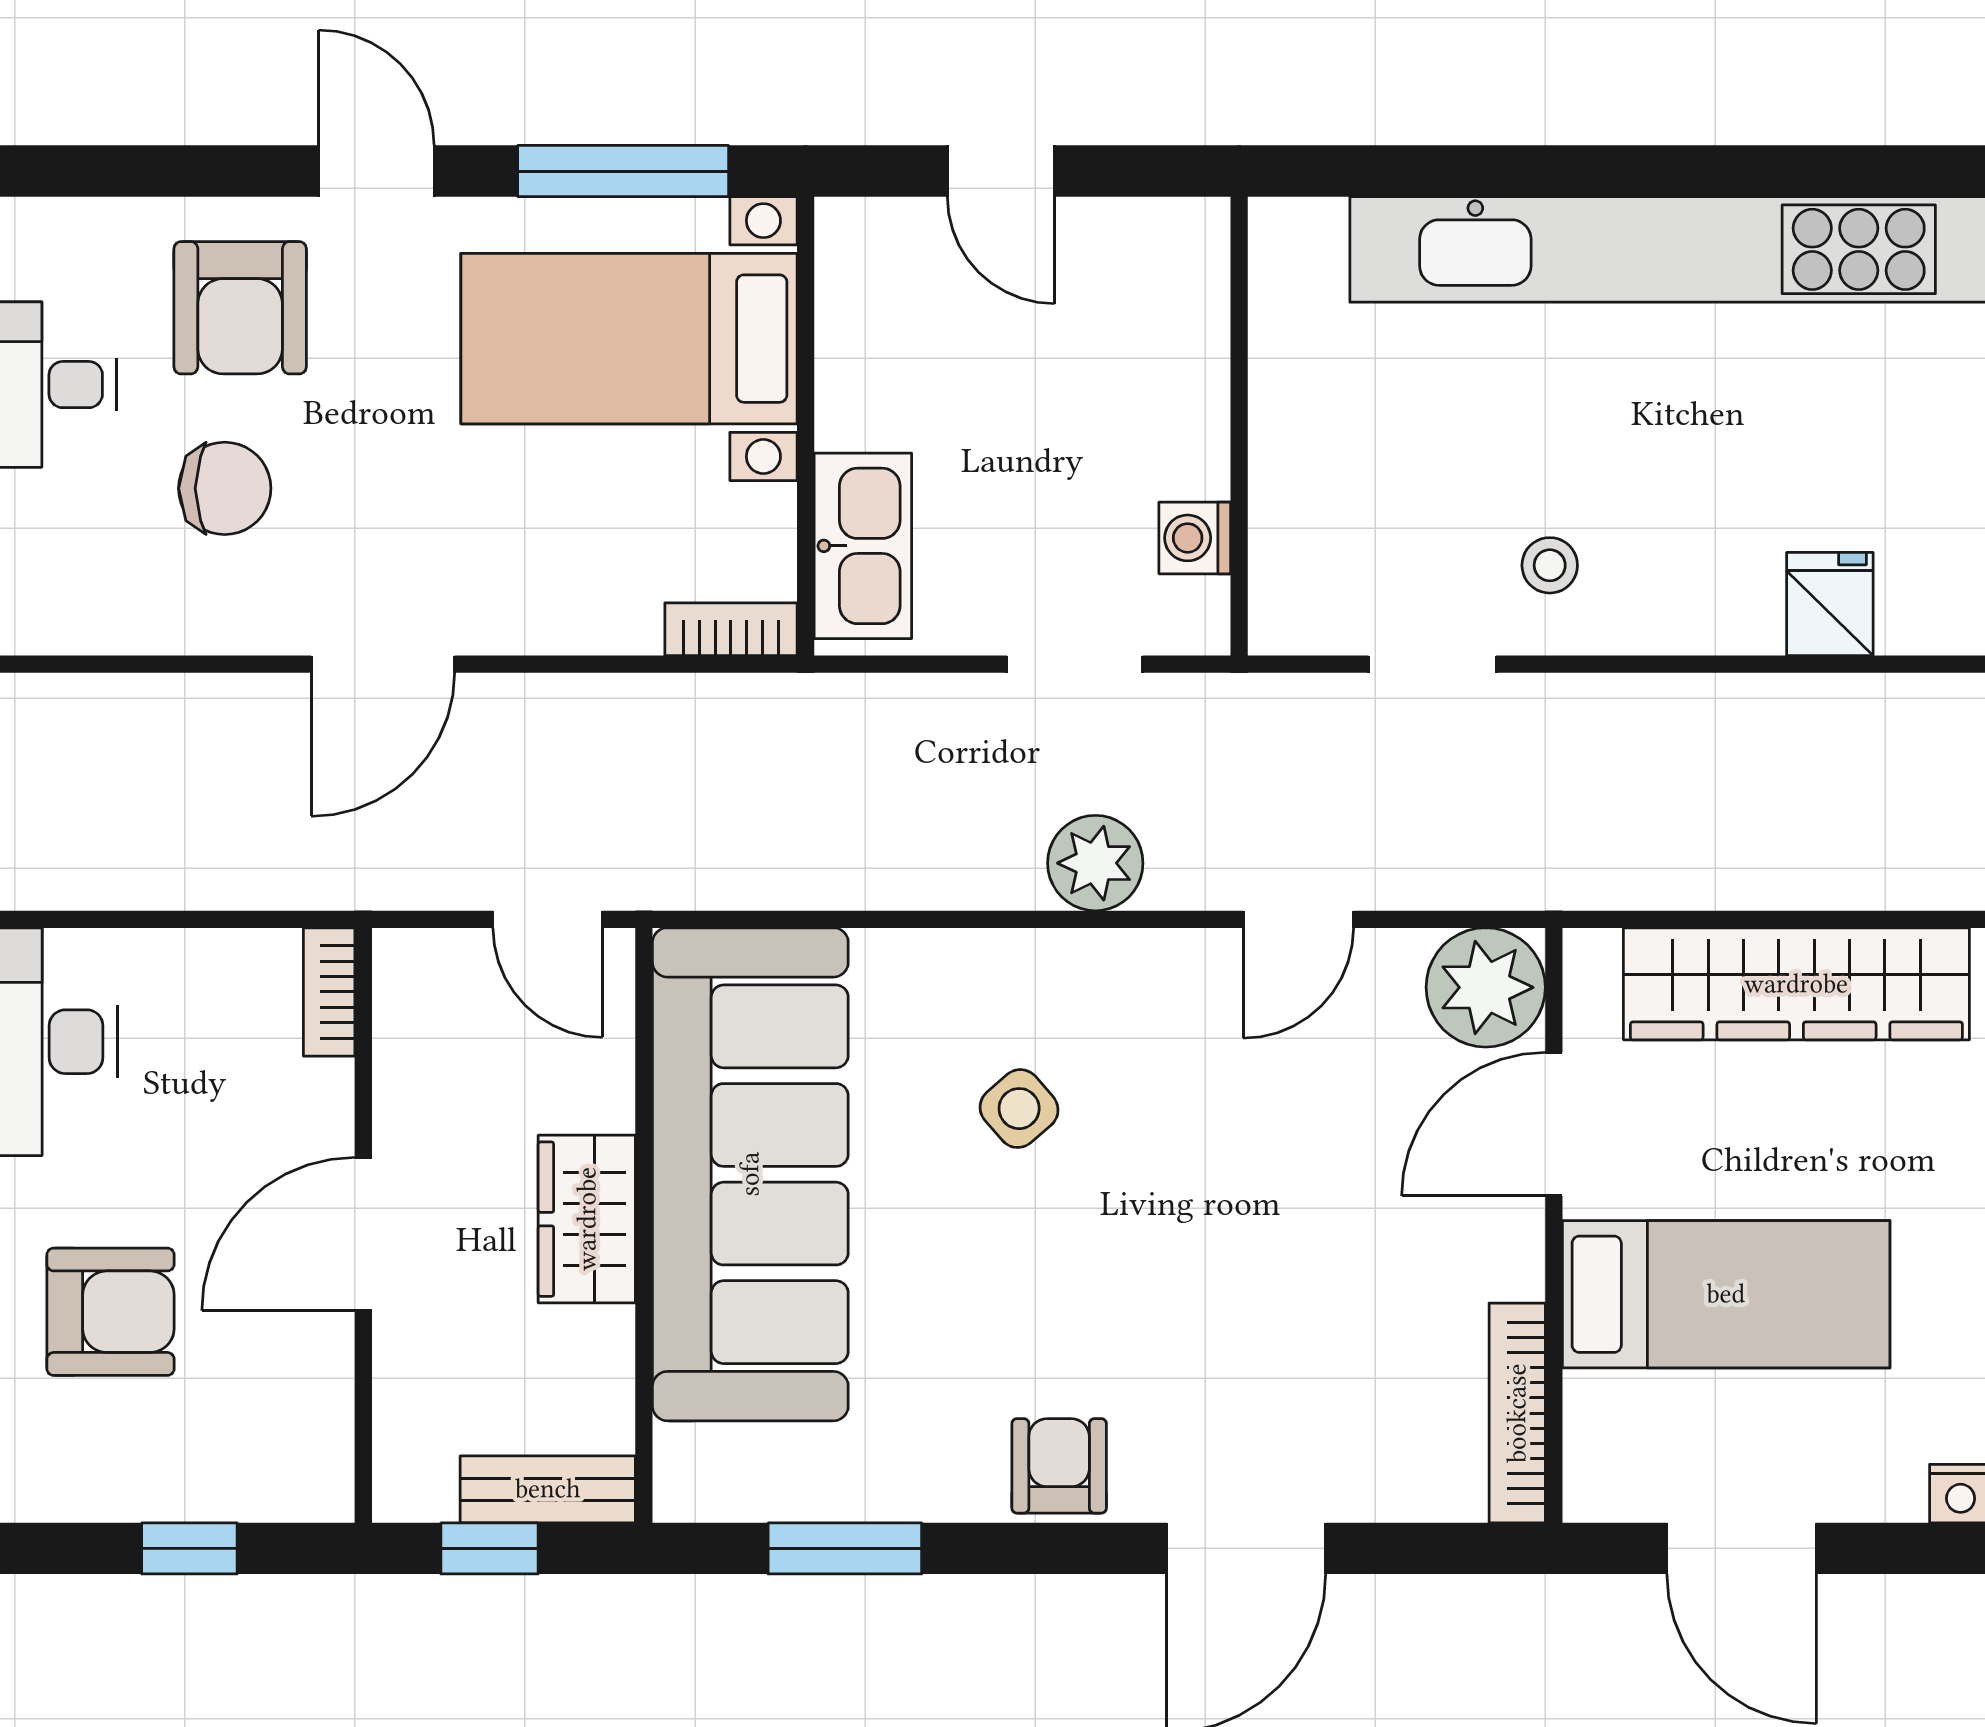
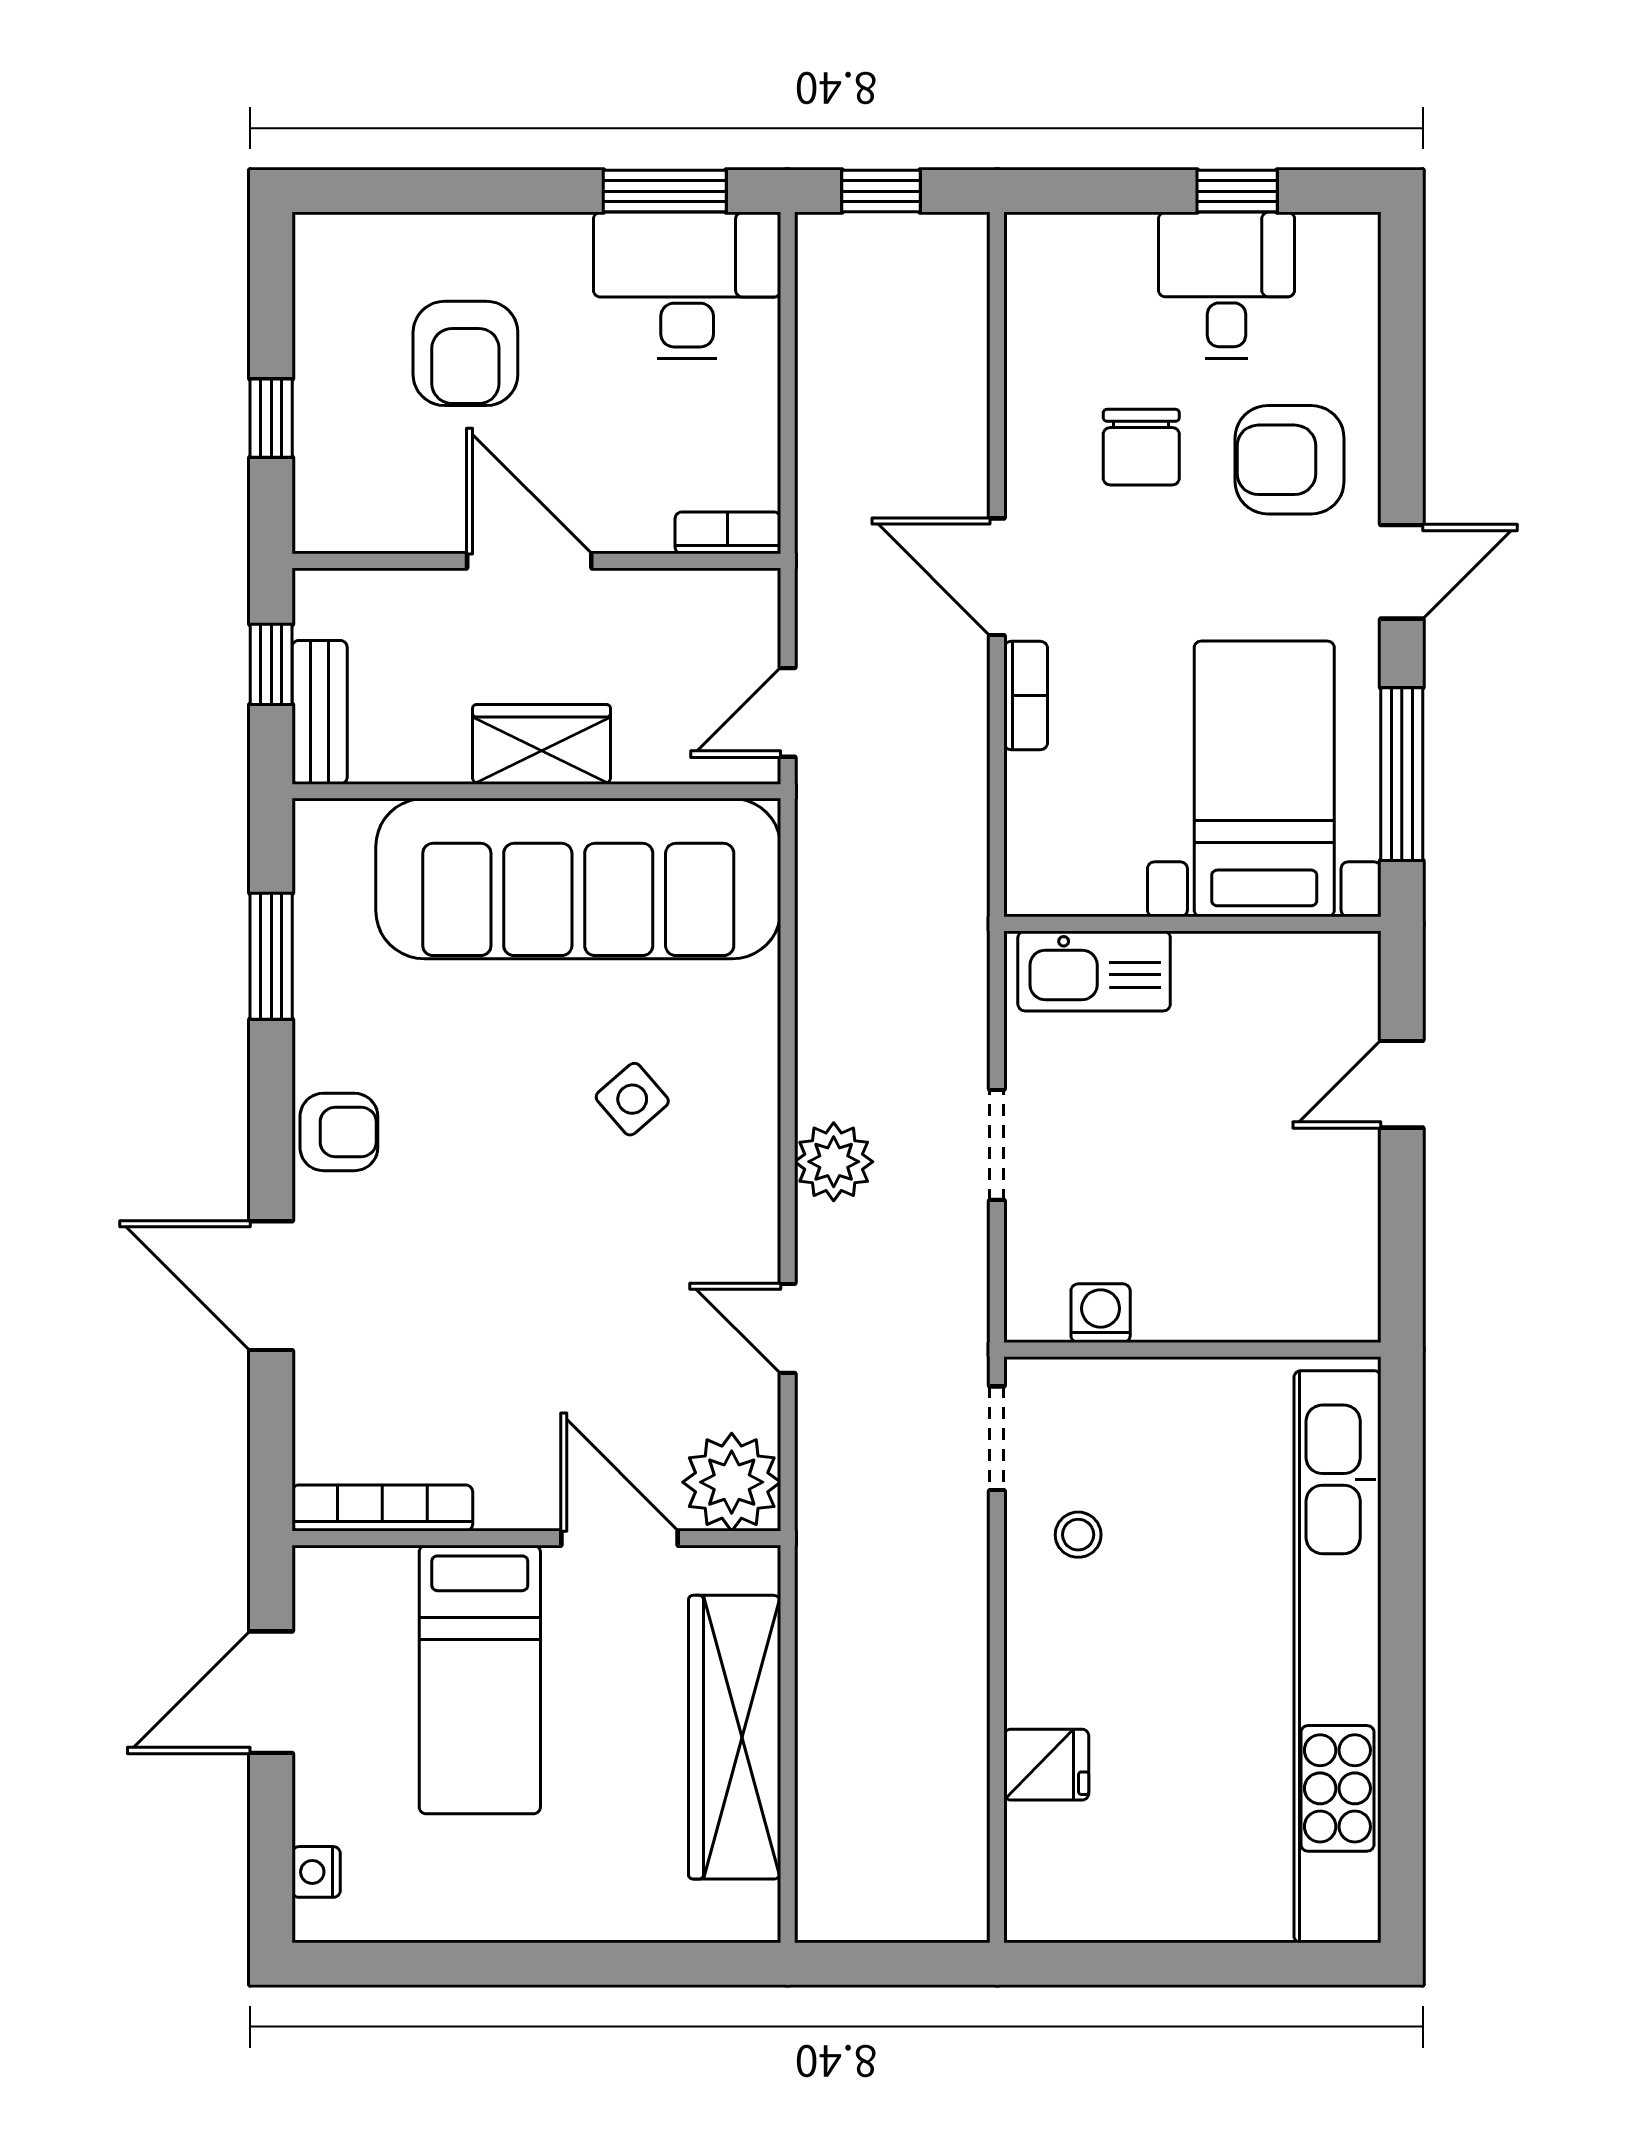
wall: (1239, 426) -> (1192, 1350), moved
washing machine: (1195, 538) -> (1101, 1313), moved
bookcase: (731, 629) -> (1026, 696), moved

